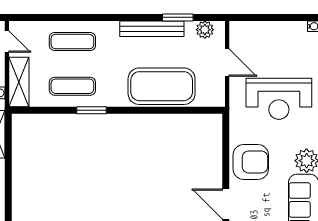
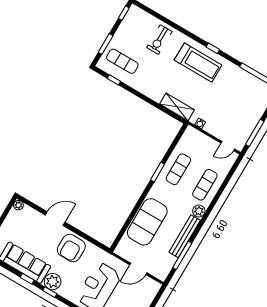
window: (178, 17) -> (182, 255), width x1.44
plant: (205, 30) -> (199, 211), moved
shelving: (19, 82) -> (200, 139), removed

